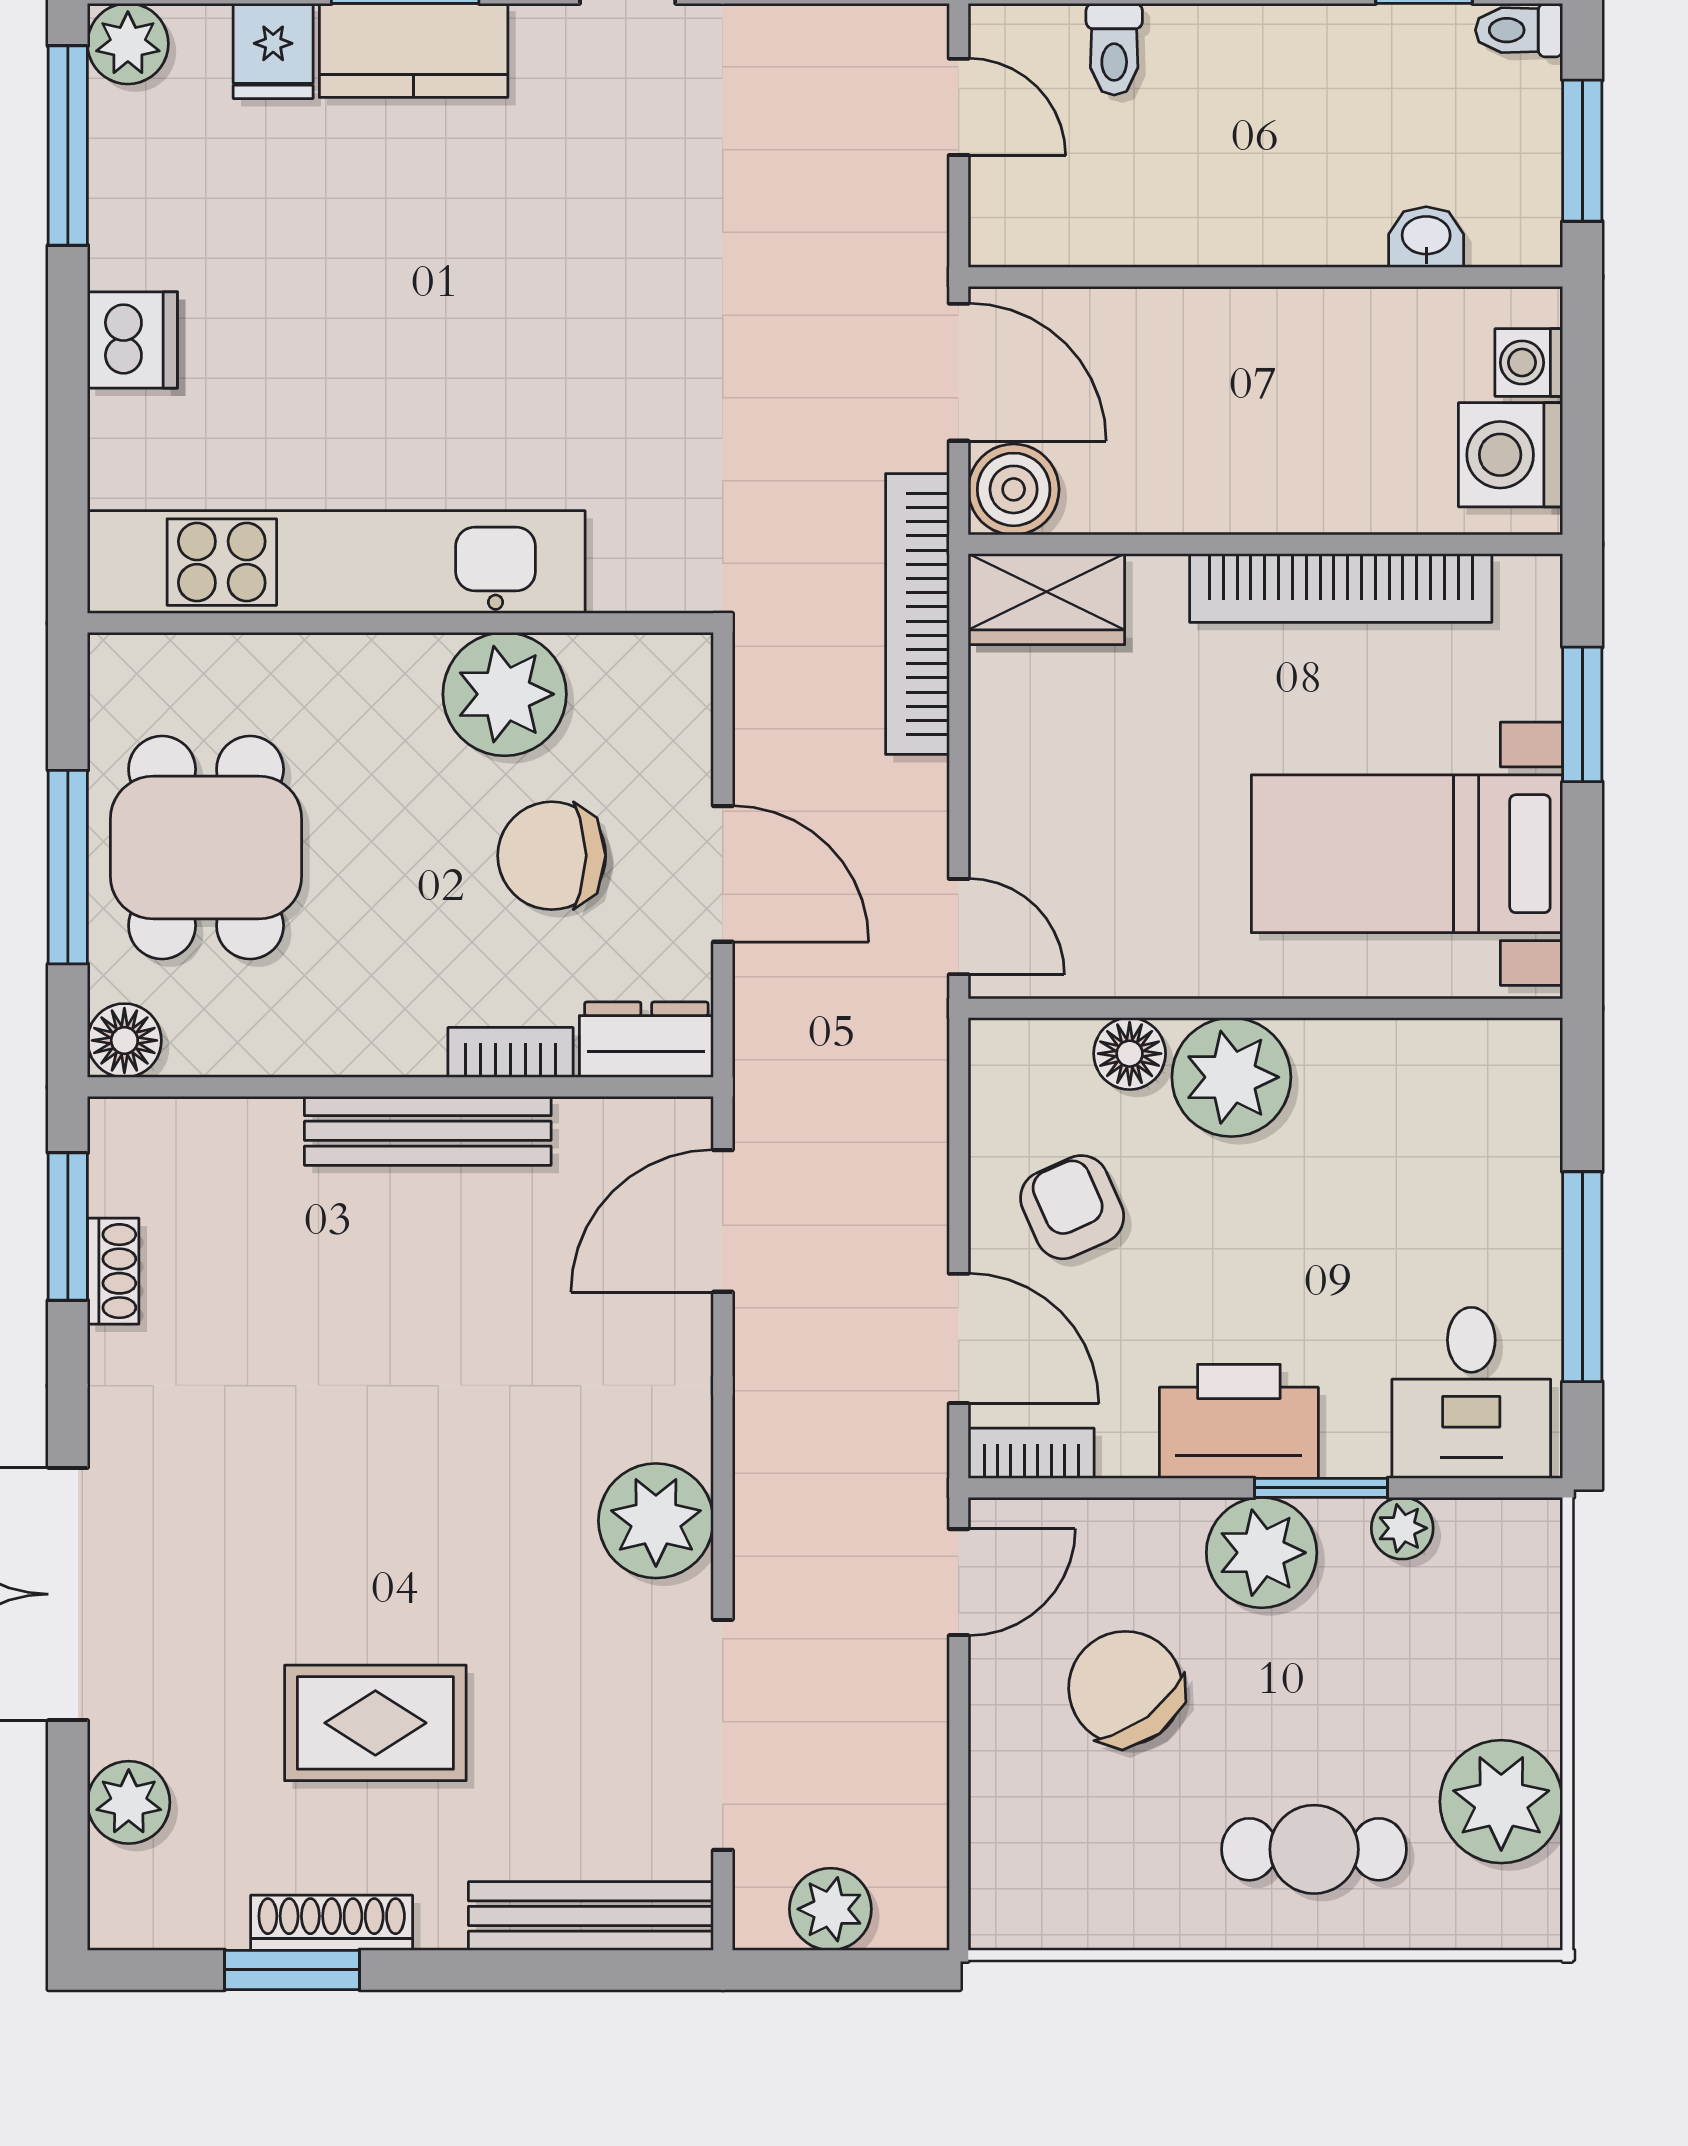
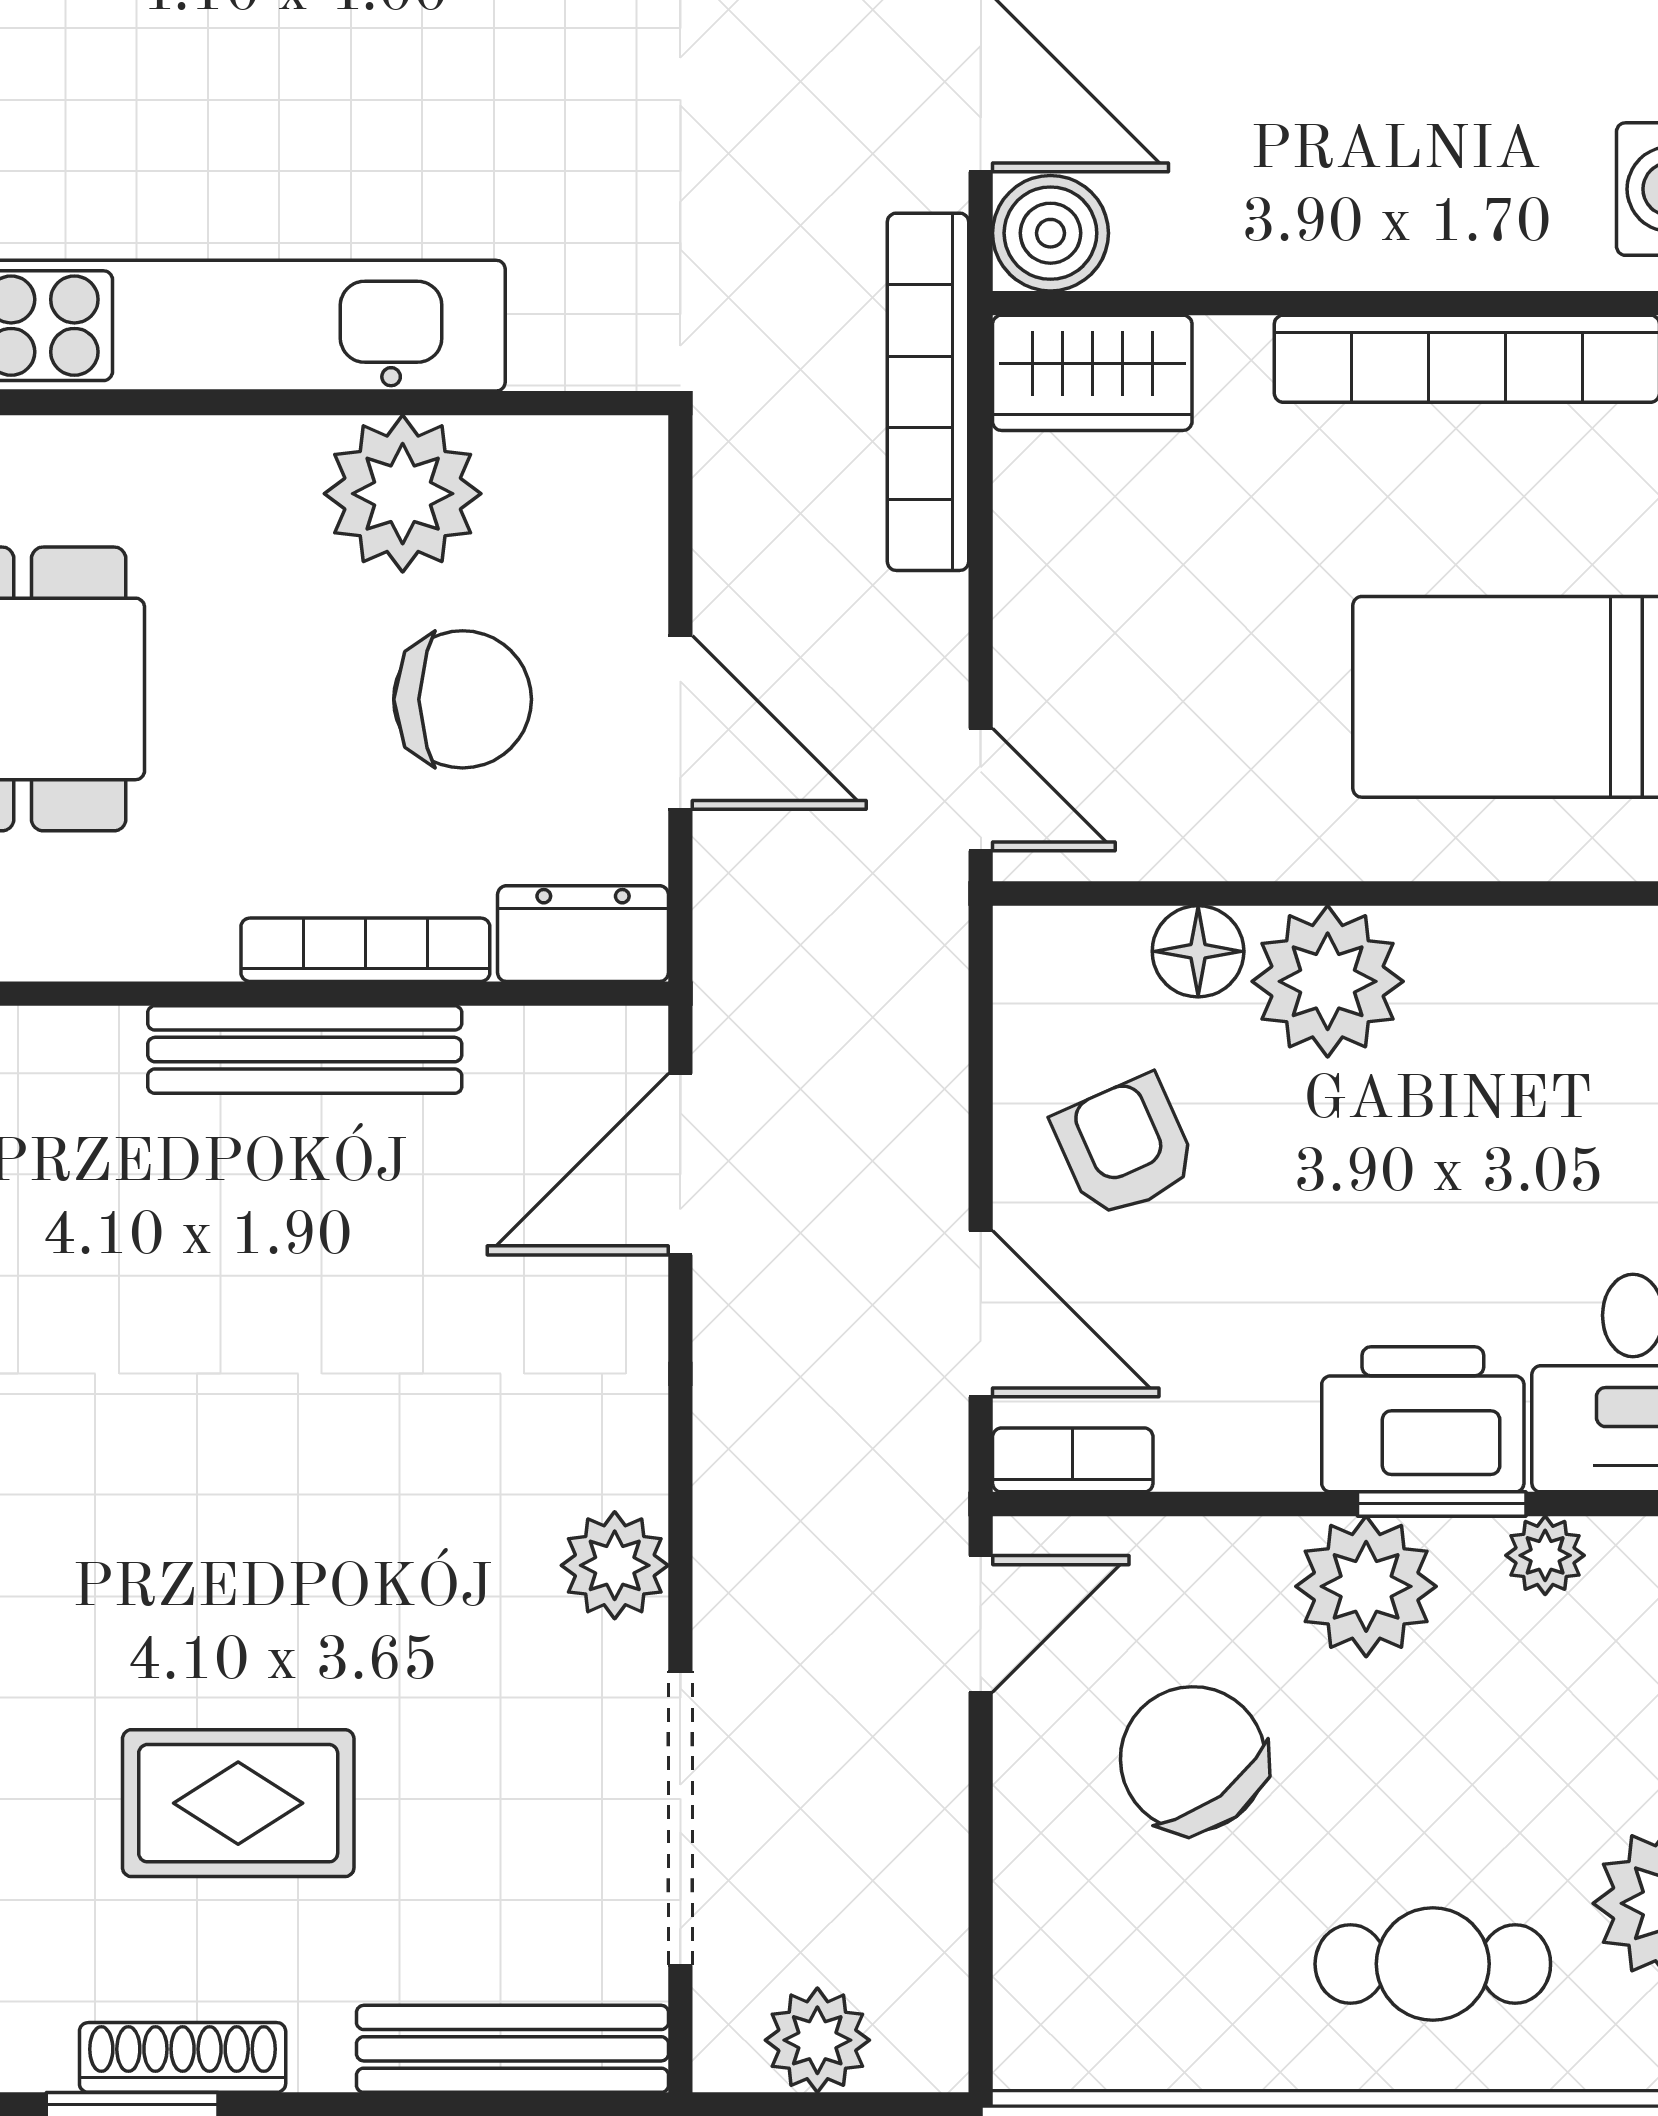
chair: (552, 856) -> (463, 699), turned 180
bookcase: (510, 1052) -> (365, 950), width x1.56
printer: (1239, 1421) -> (1423, 1419), moved
plant: (656, 1521) -> (615, 1565), width x0.73, depth x0.73

